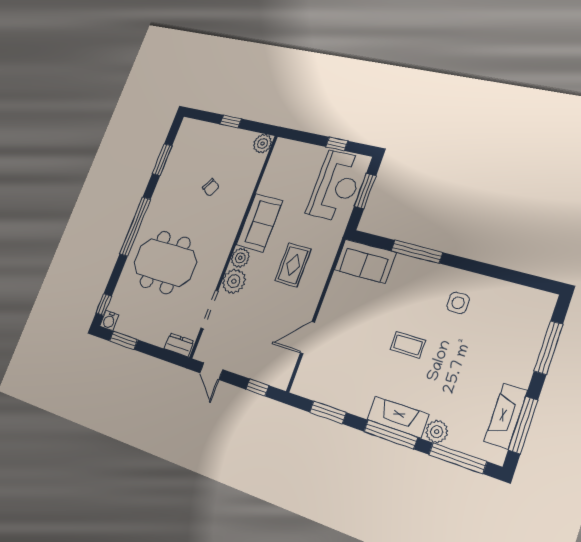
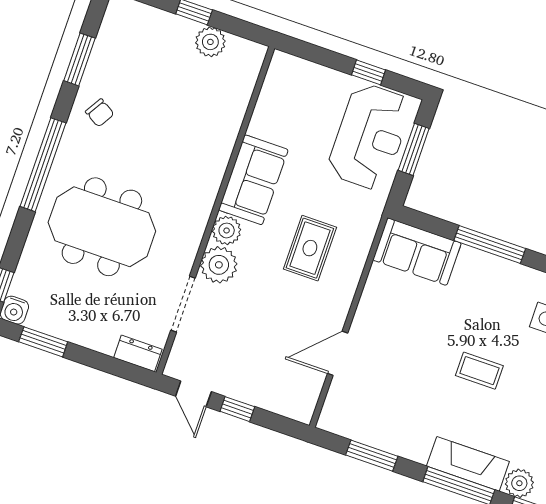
plant: (263, 144) -> (210, 42), moved
chair: (211, 187) -> (100, 113), moved
window: (257, 387) -> (237, 409), moved

